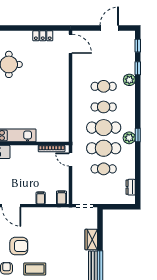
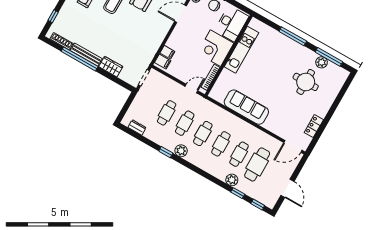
cafe table: (104, 66) -> (257, 164), added
sofa: (60, 103) -> (246, 107), added
cafe table: (104, 128) -> (203, 134), width x0.73, depth x0.74
window: (138, 135) -> (166, 152), moved
cafe table: (104, 148) -> (185, 123), width x0.73, depth x0.74
corner desk: (24, 159) -> (215, 48), added
filing cabinet: (41, 198) -> (167, 52), moved

